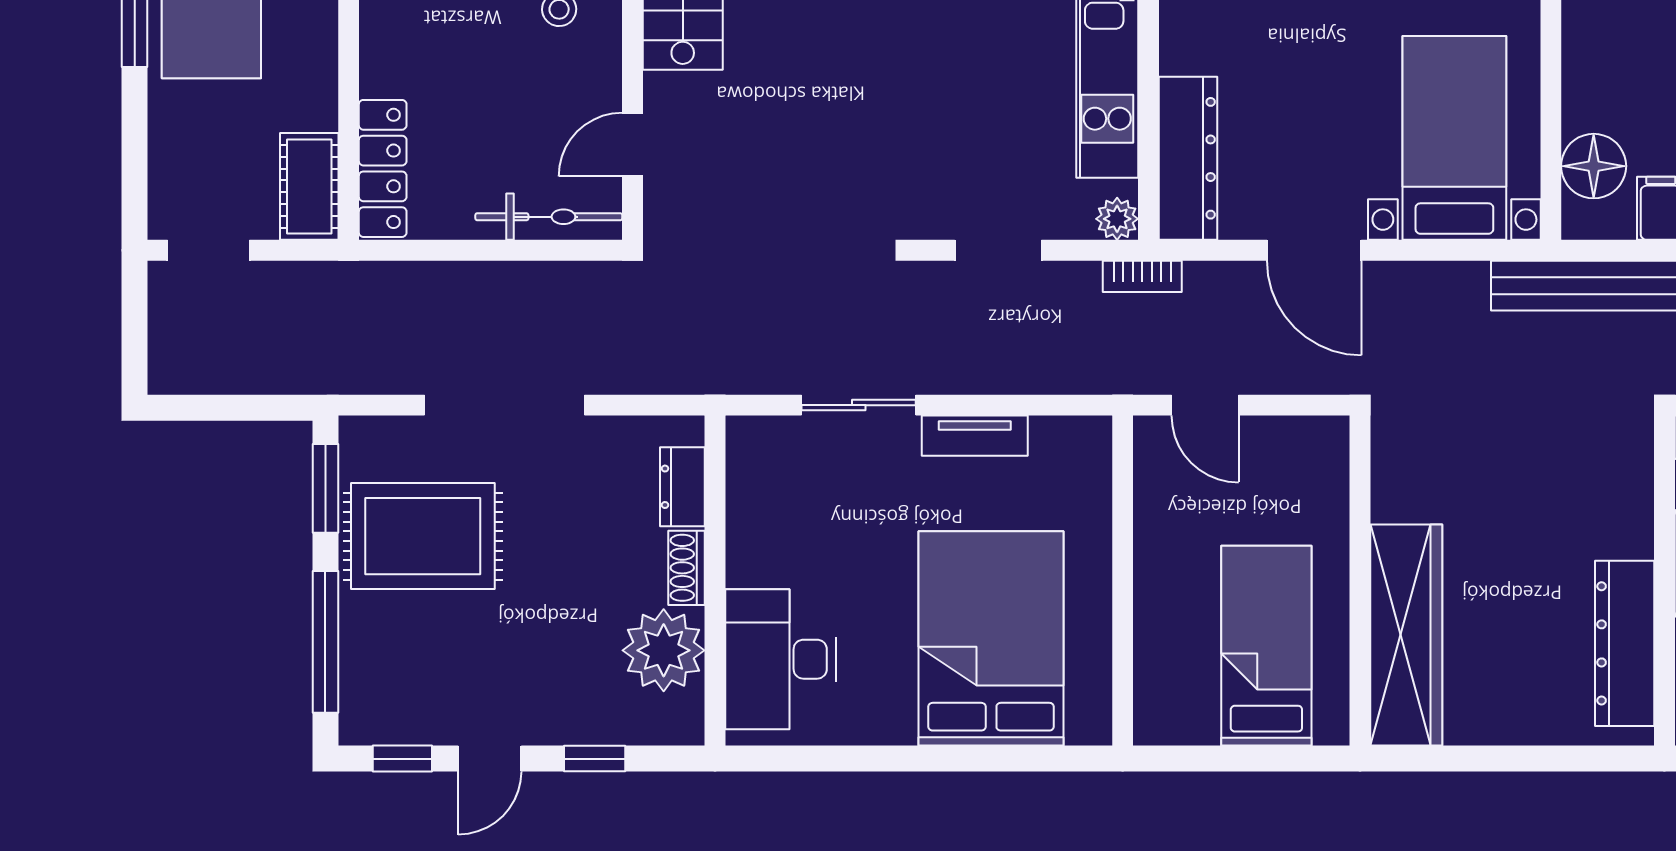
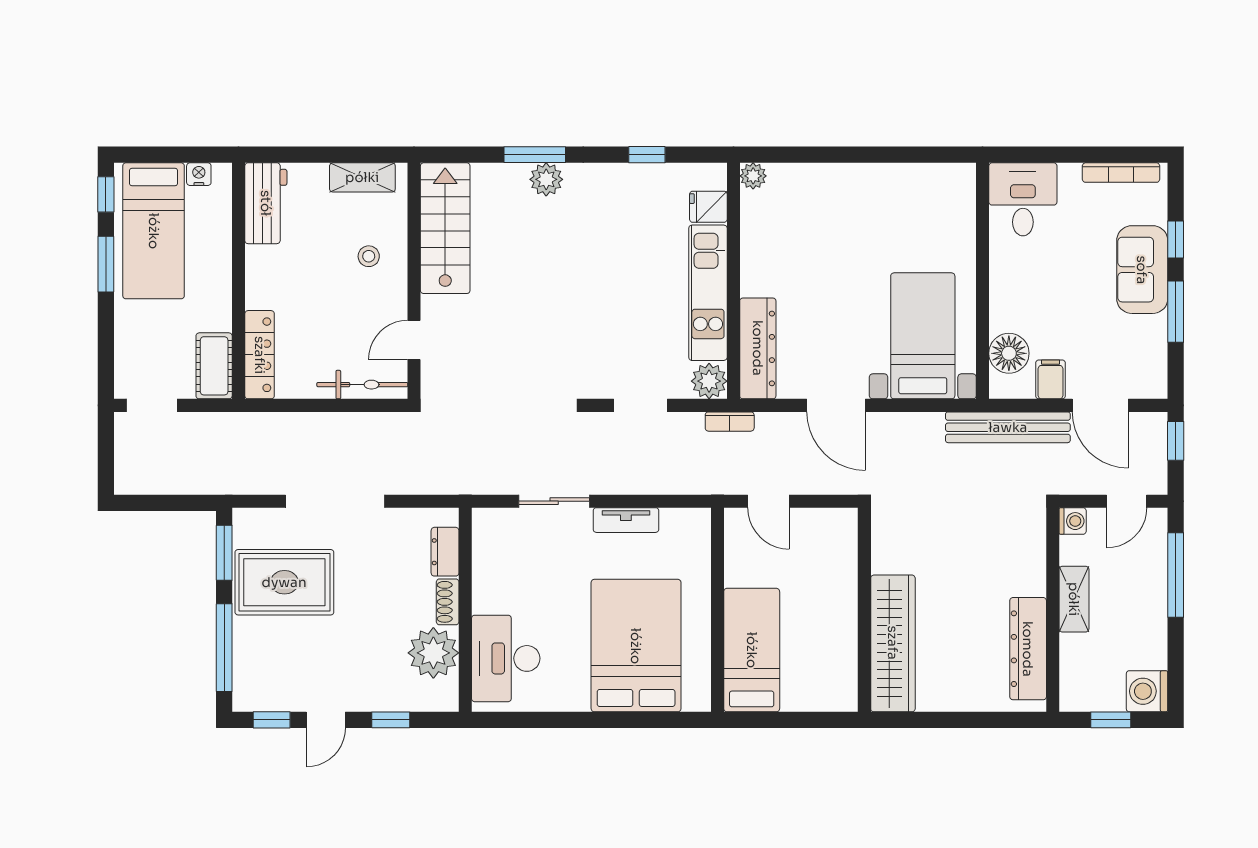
plant: (1117, 219) -> (709, 381), width x1.38, depth x1.38
bed: (1266, 646) -> (752, 650), moved

